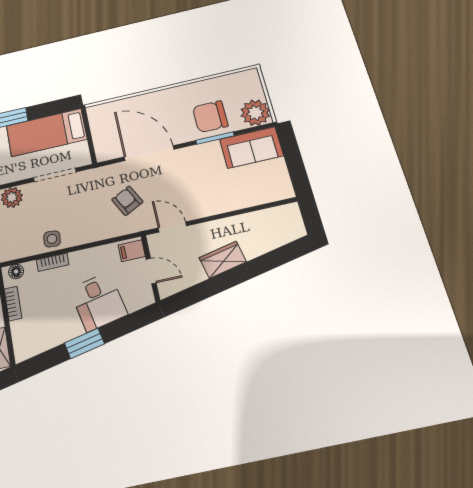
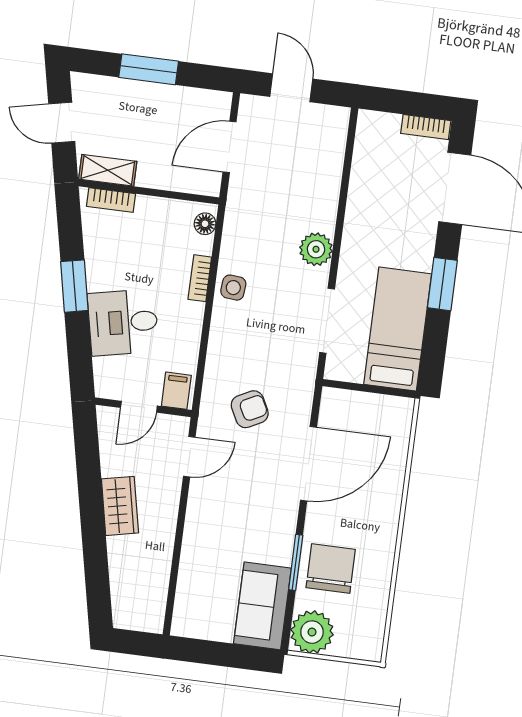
bookcase: (13, 304) -> (111, 200), moved

